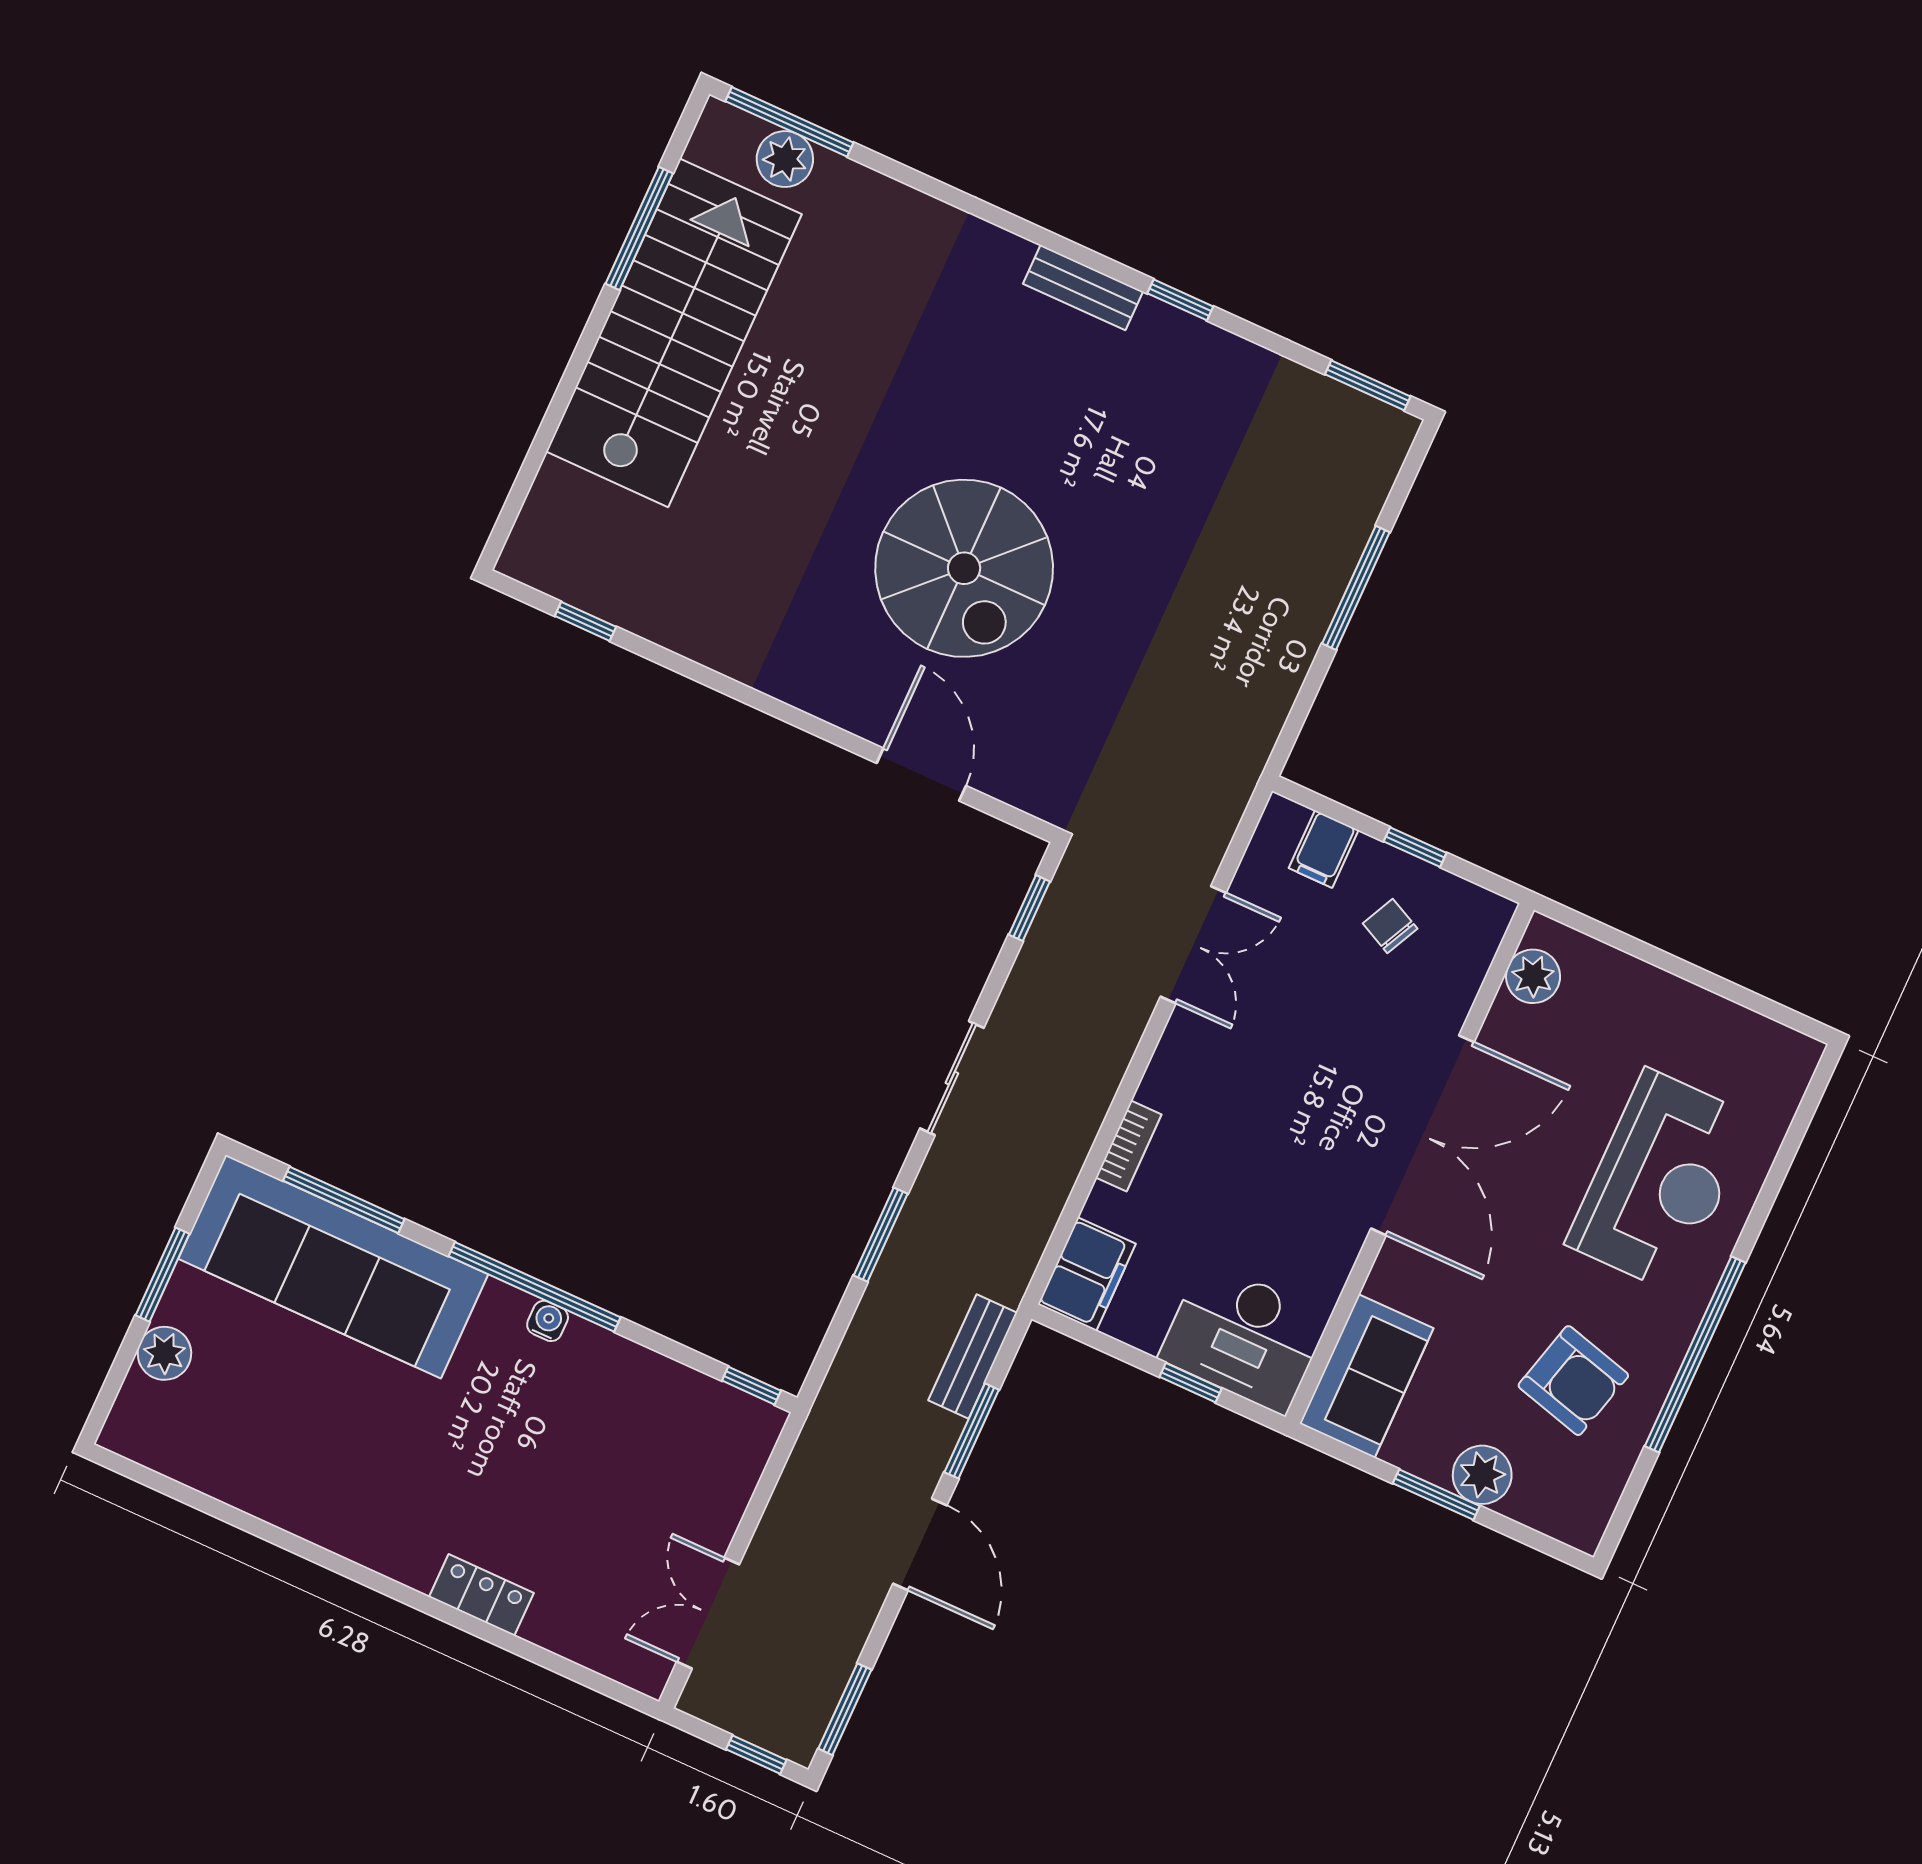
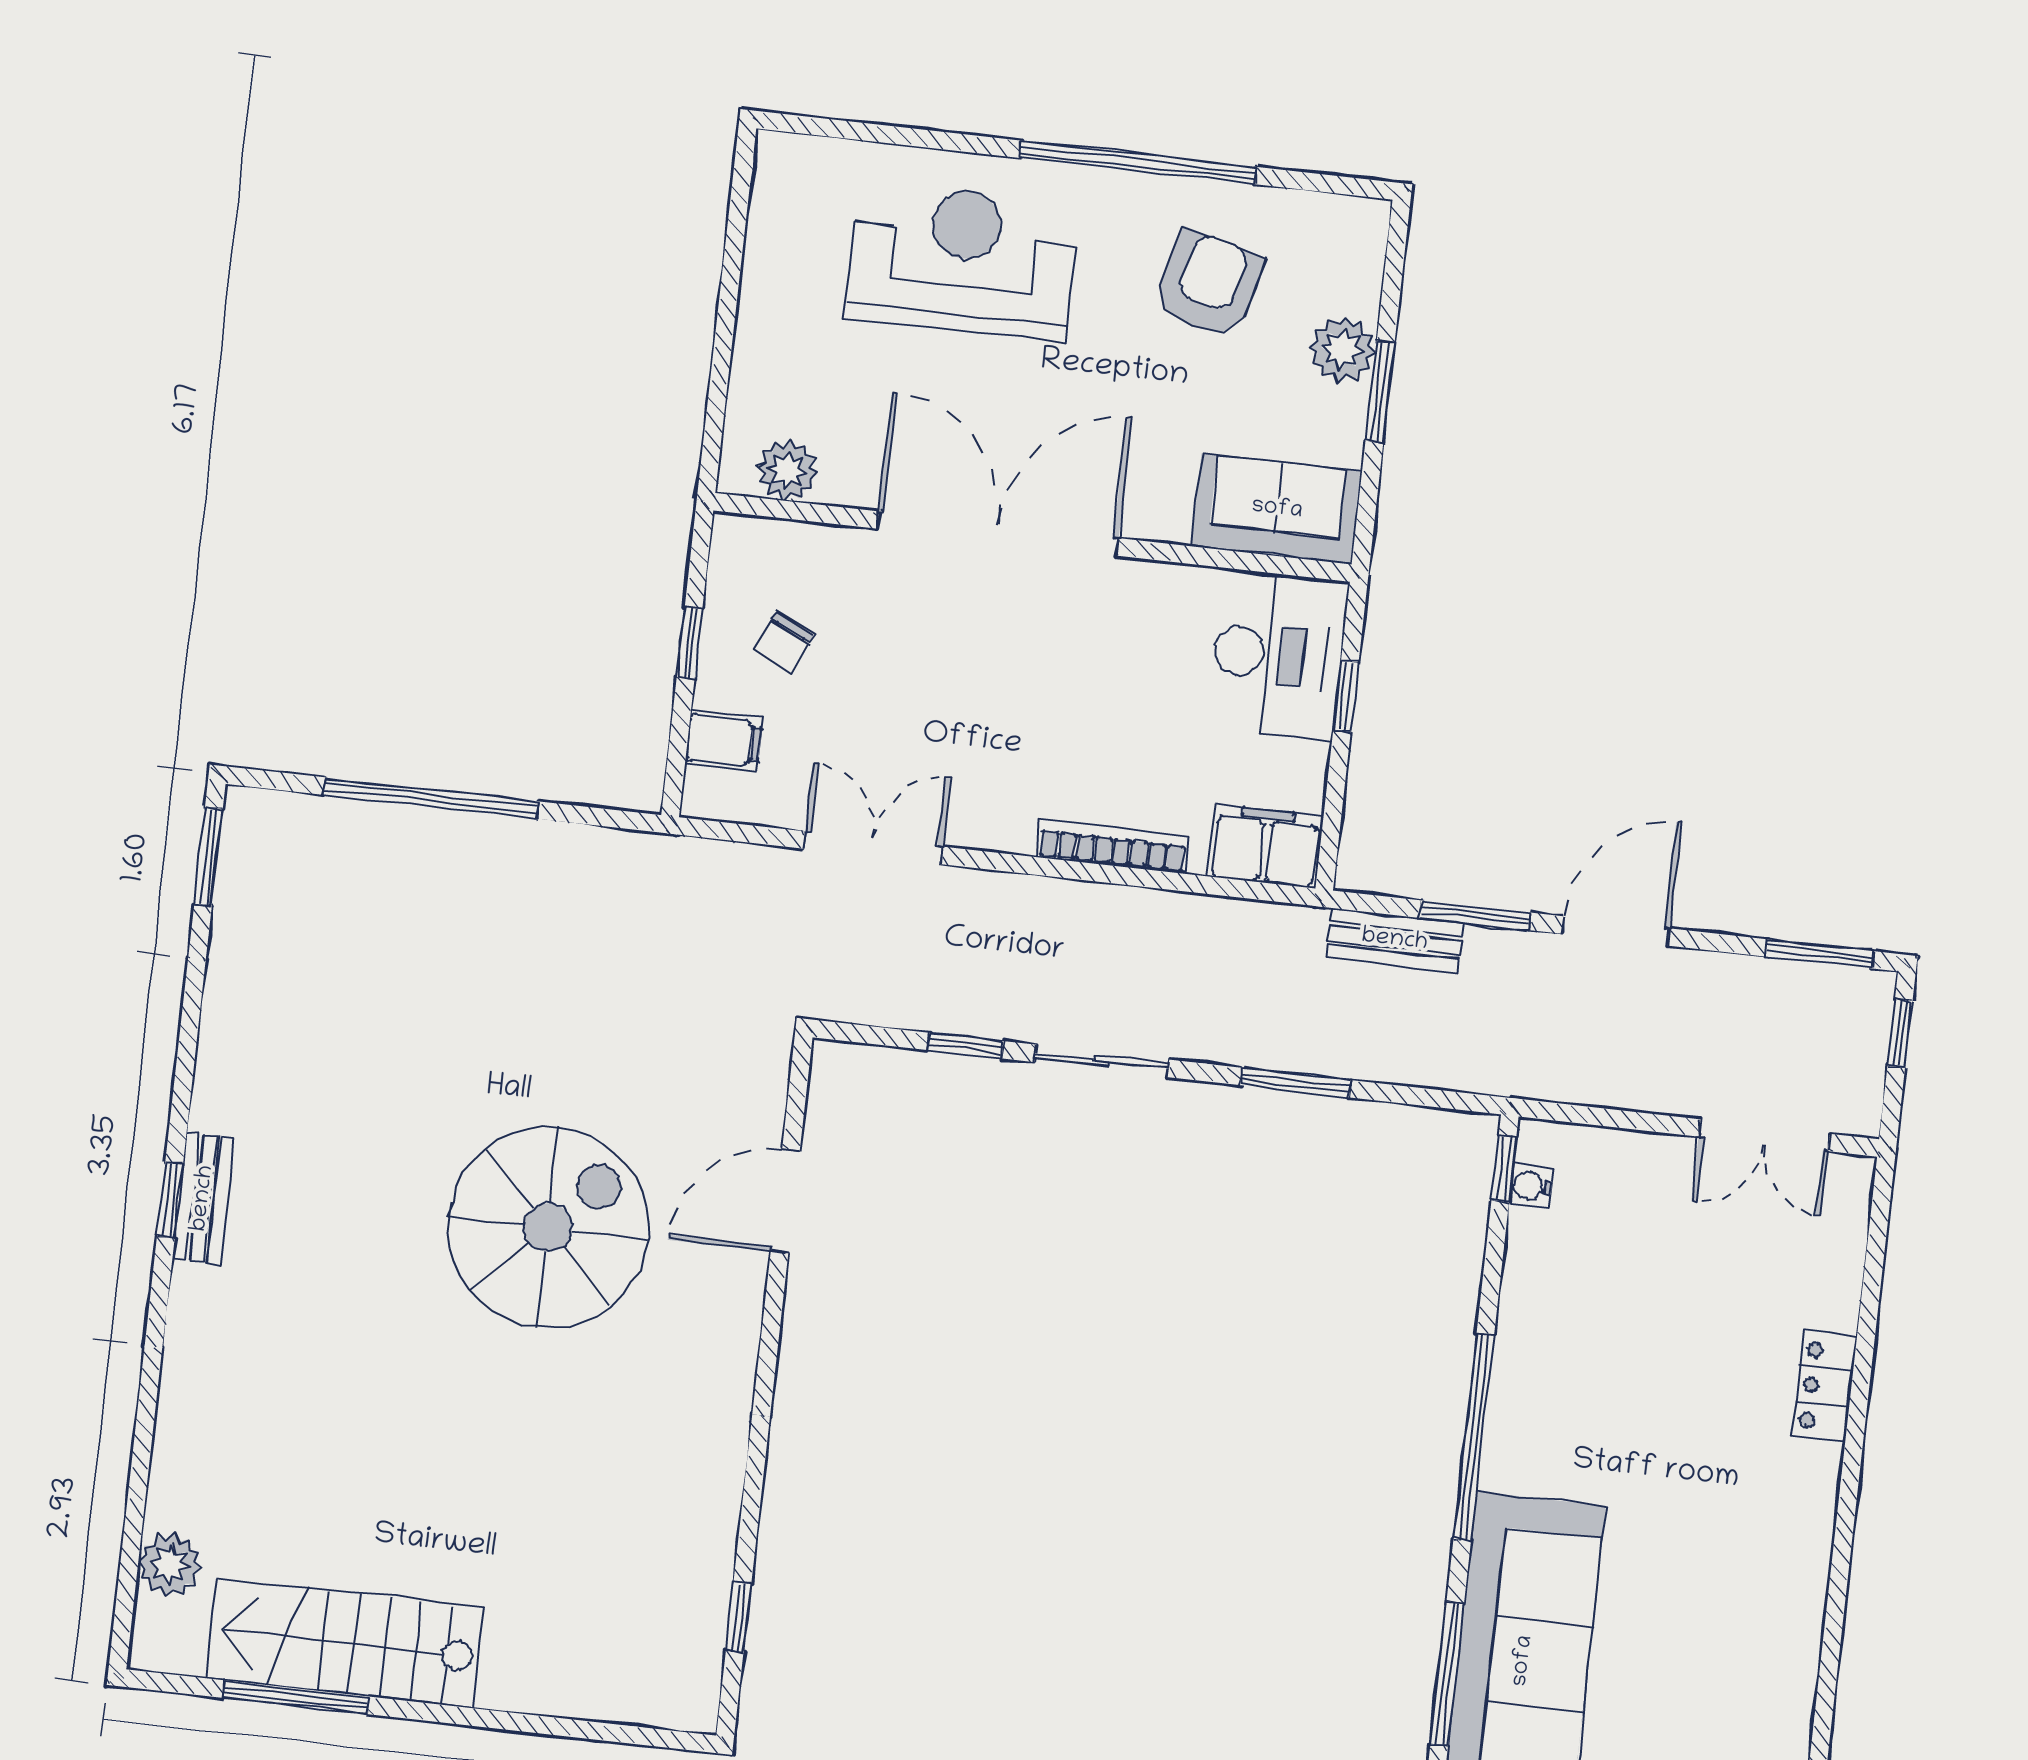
window: (789, 122) -> (128, 1573), removed
window: (1180, 300) -> (170, 1200), moved
stairs: (674, 333) -> (345, 1643), width x0.73, depth x0.66
window: (1356, 588) -> (431, 798), width x1.46
window: (1029, 908) -> (966, 1046), moved
bookcase: (1129, 1146) -> (1113, 846), width x1.56
water cooler: (548, 1321) -> (1531, 1186), moved

